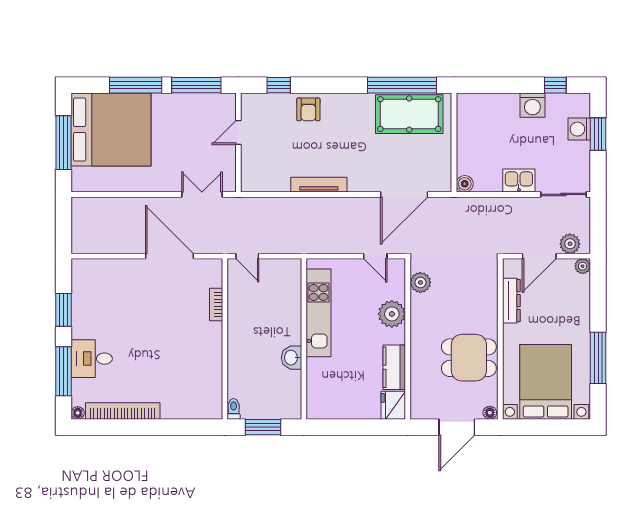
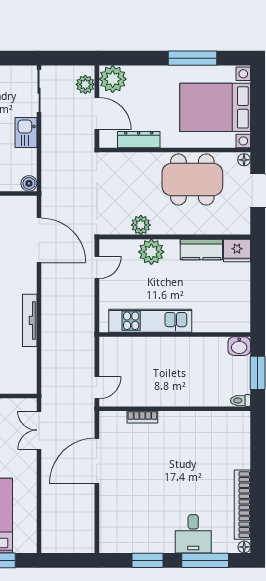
plant: (583, 266) -> (113, 79), width x1.87, depth x1.87
plant: (420, 282) -> (141, 225), moved
washbasin: (291, 358) -> (239, 346), moved
dining table: (469, 358) -> (192, 179), width x1.38

